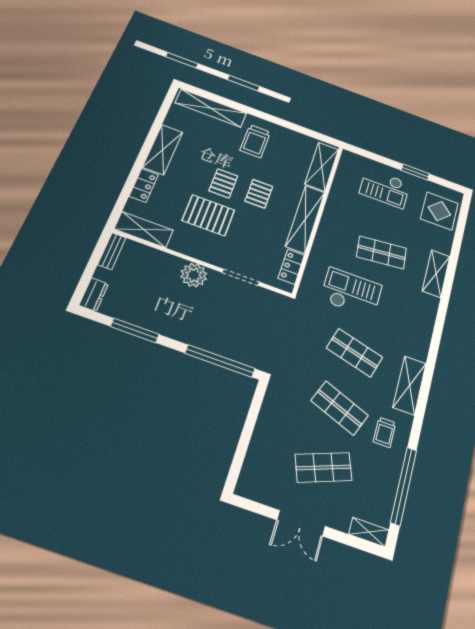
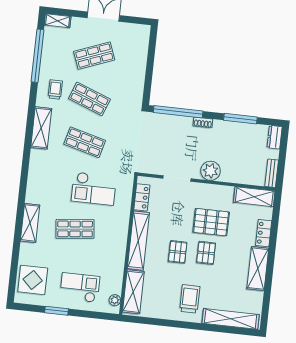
plant: (345, 164) -> (115, 300), added
shoe rack: (189, 338) -> (203, 122), added

